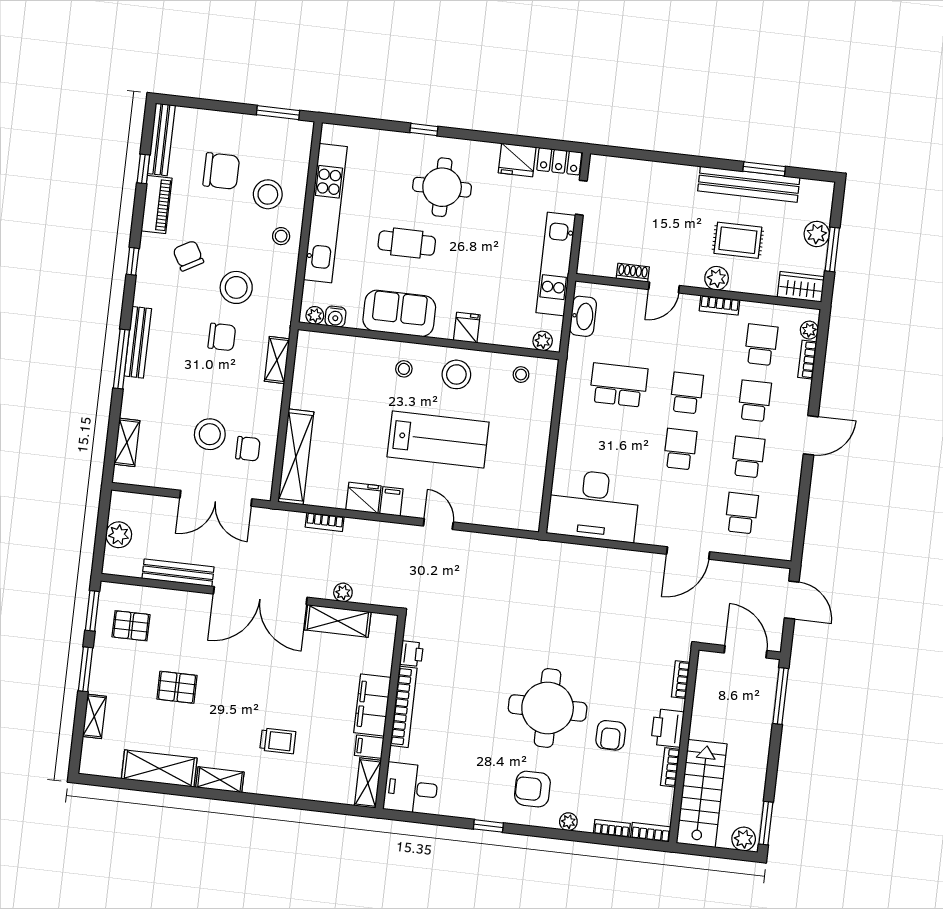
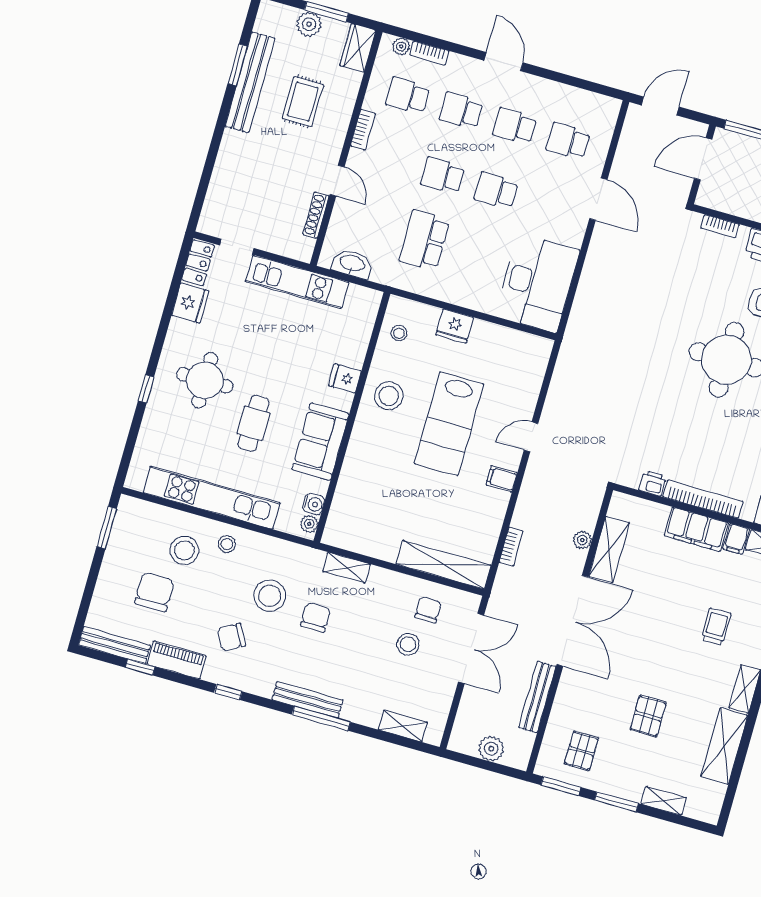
shoe rack: (633, 273) -> (316, 215), width x1.43
plant: (717, 278) -> (336, 128), removed
plant: (543, 341) -> (370, 307), removed
stool: (404, 369) -> (375, 446), removed
stool: (210, 434) -> (408, 644), width x0.73, depth x0.73
lab bench: (438, 439) -> (449, 424), turned 180
fridge: (363, 498) -> (455, 326), moved, turned -90

